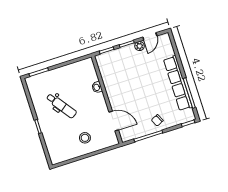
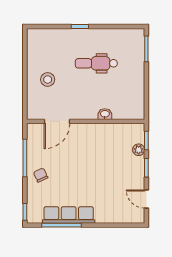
plant: (140, 46) -> (139, 150), moved
row of seats: (178, 83) -> (69, 215), width x0.73
dental chair: (61, 106) -> (96, 63), turned 36

